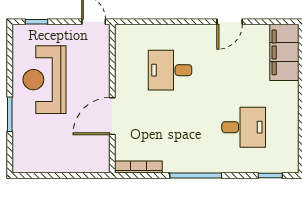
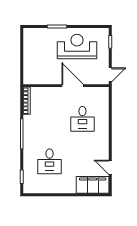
door: (230, 22) -> (110, 167), moved
desk: (170, 70) -> (82, 119), turned 180
door: (112, 116) -> (73, 86), moved

